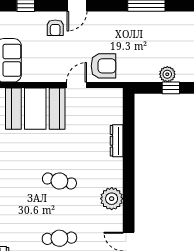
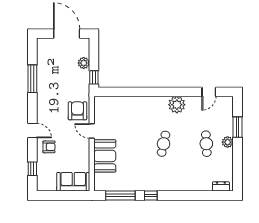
window: (171, 88) -> (94, 77), moved
booth: (35, 109) -> (105, 156), width x0.73, depth x0.70
dresser: (117, 141) -> (133, 101), removed

